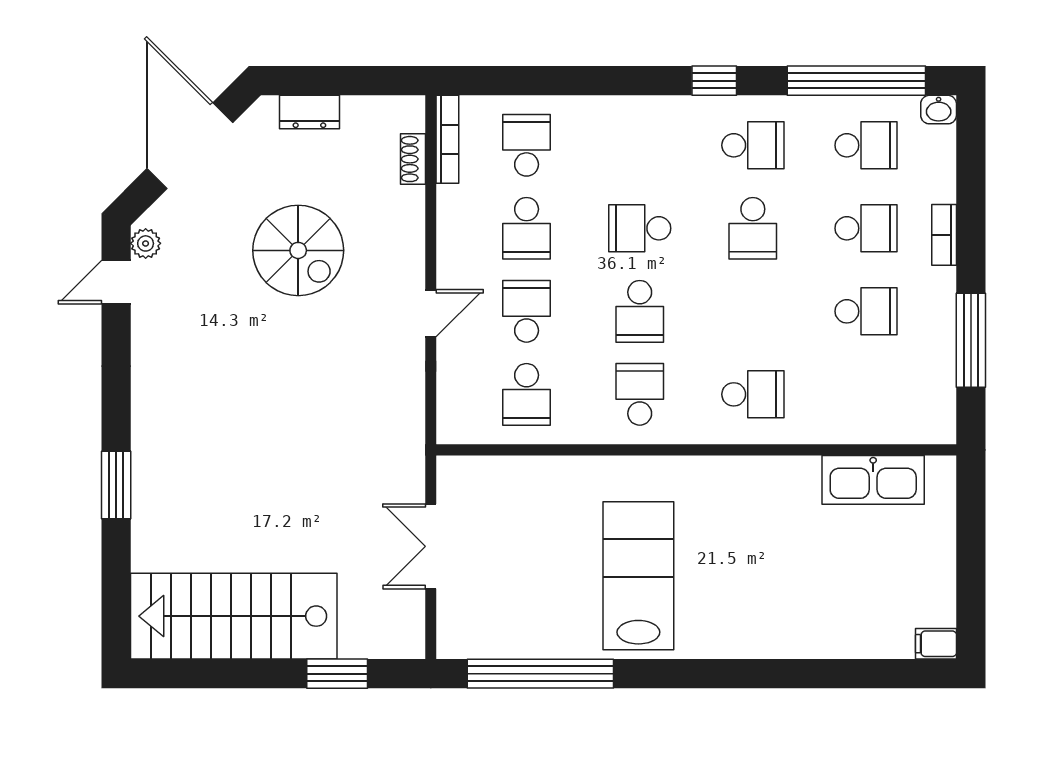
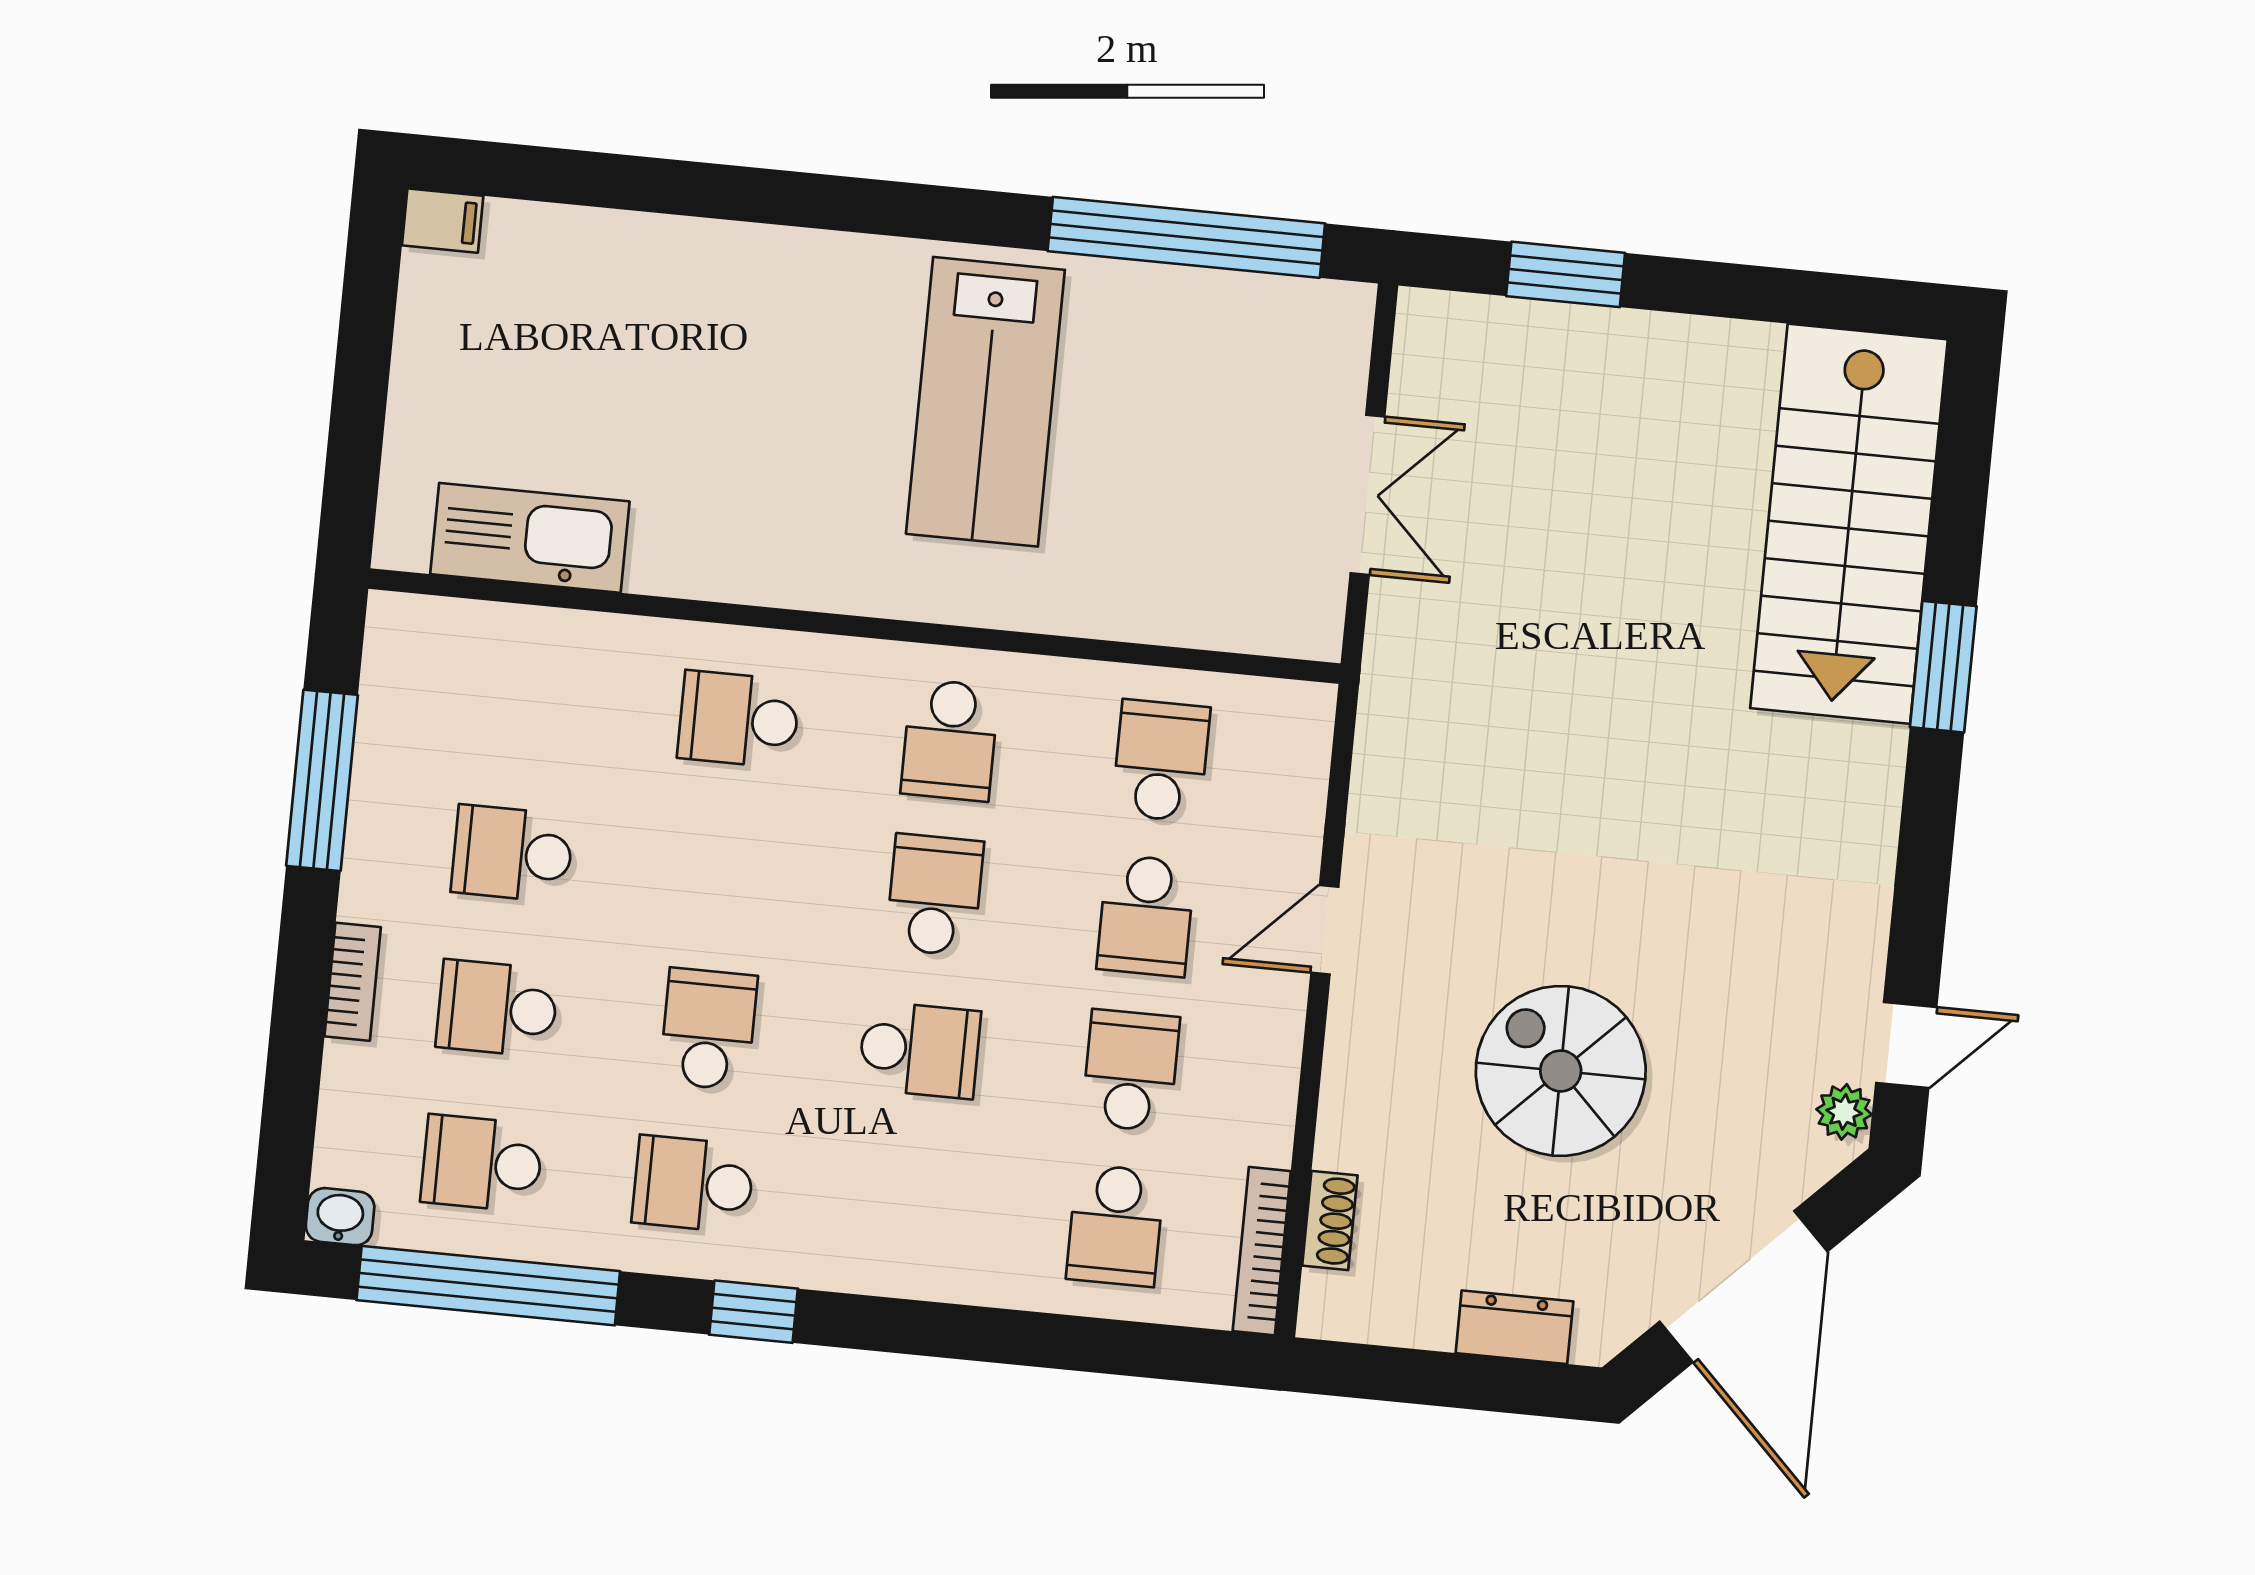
stairs: (234, 616) -> (1849, 524), moved, turned 90

